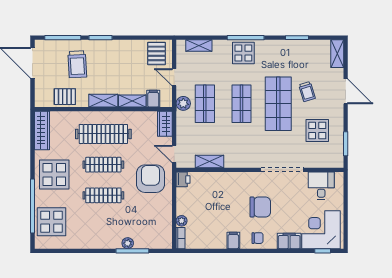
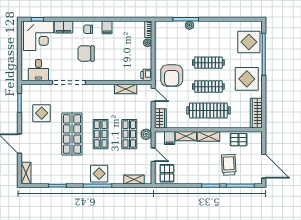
trolley: (307, 92) -> (50, 144), removed

